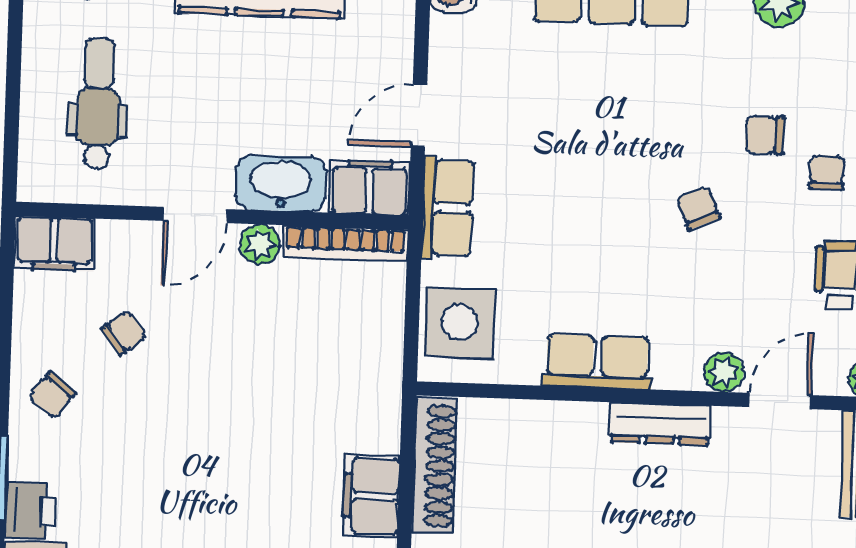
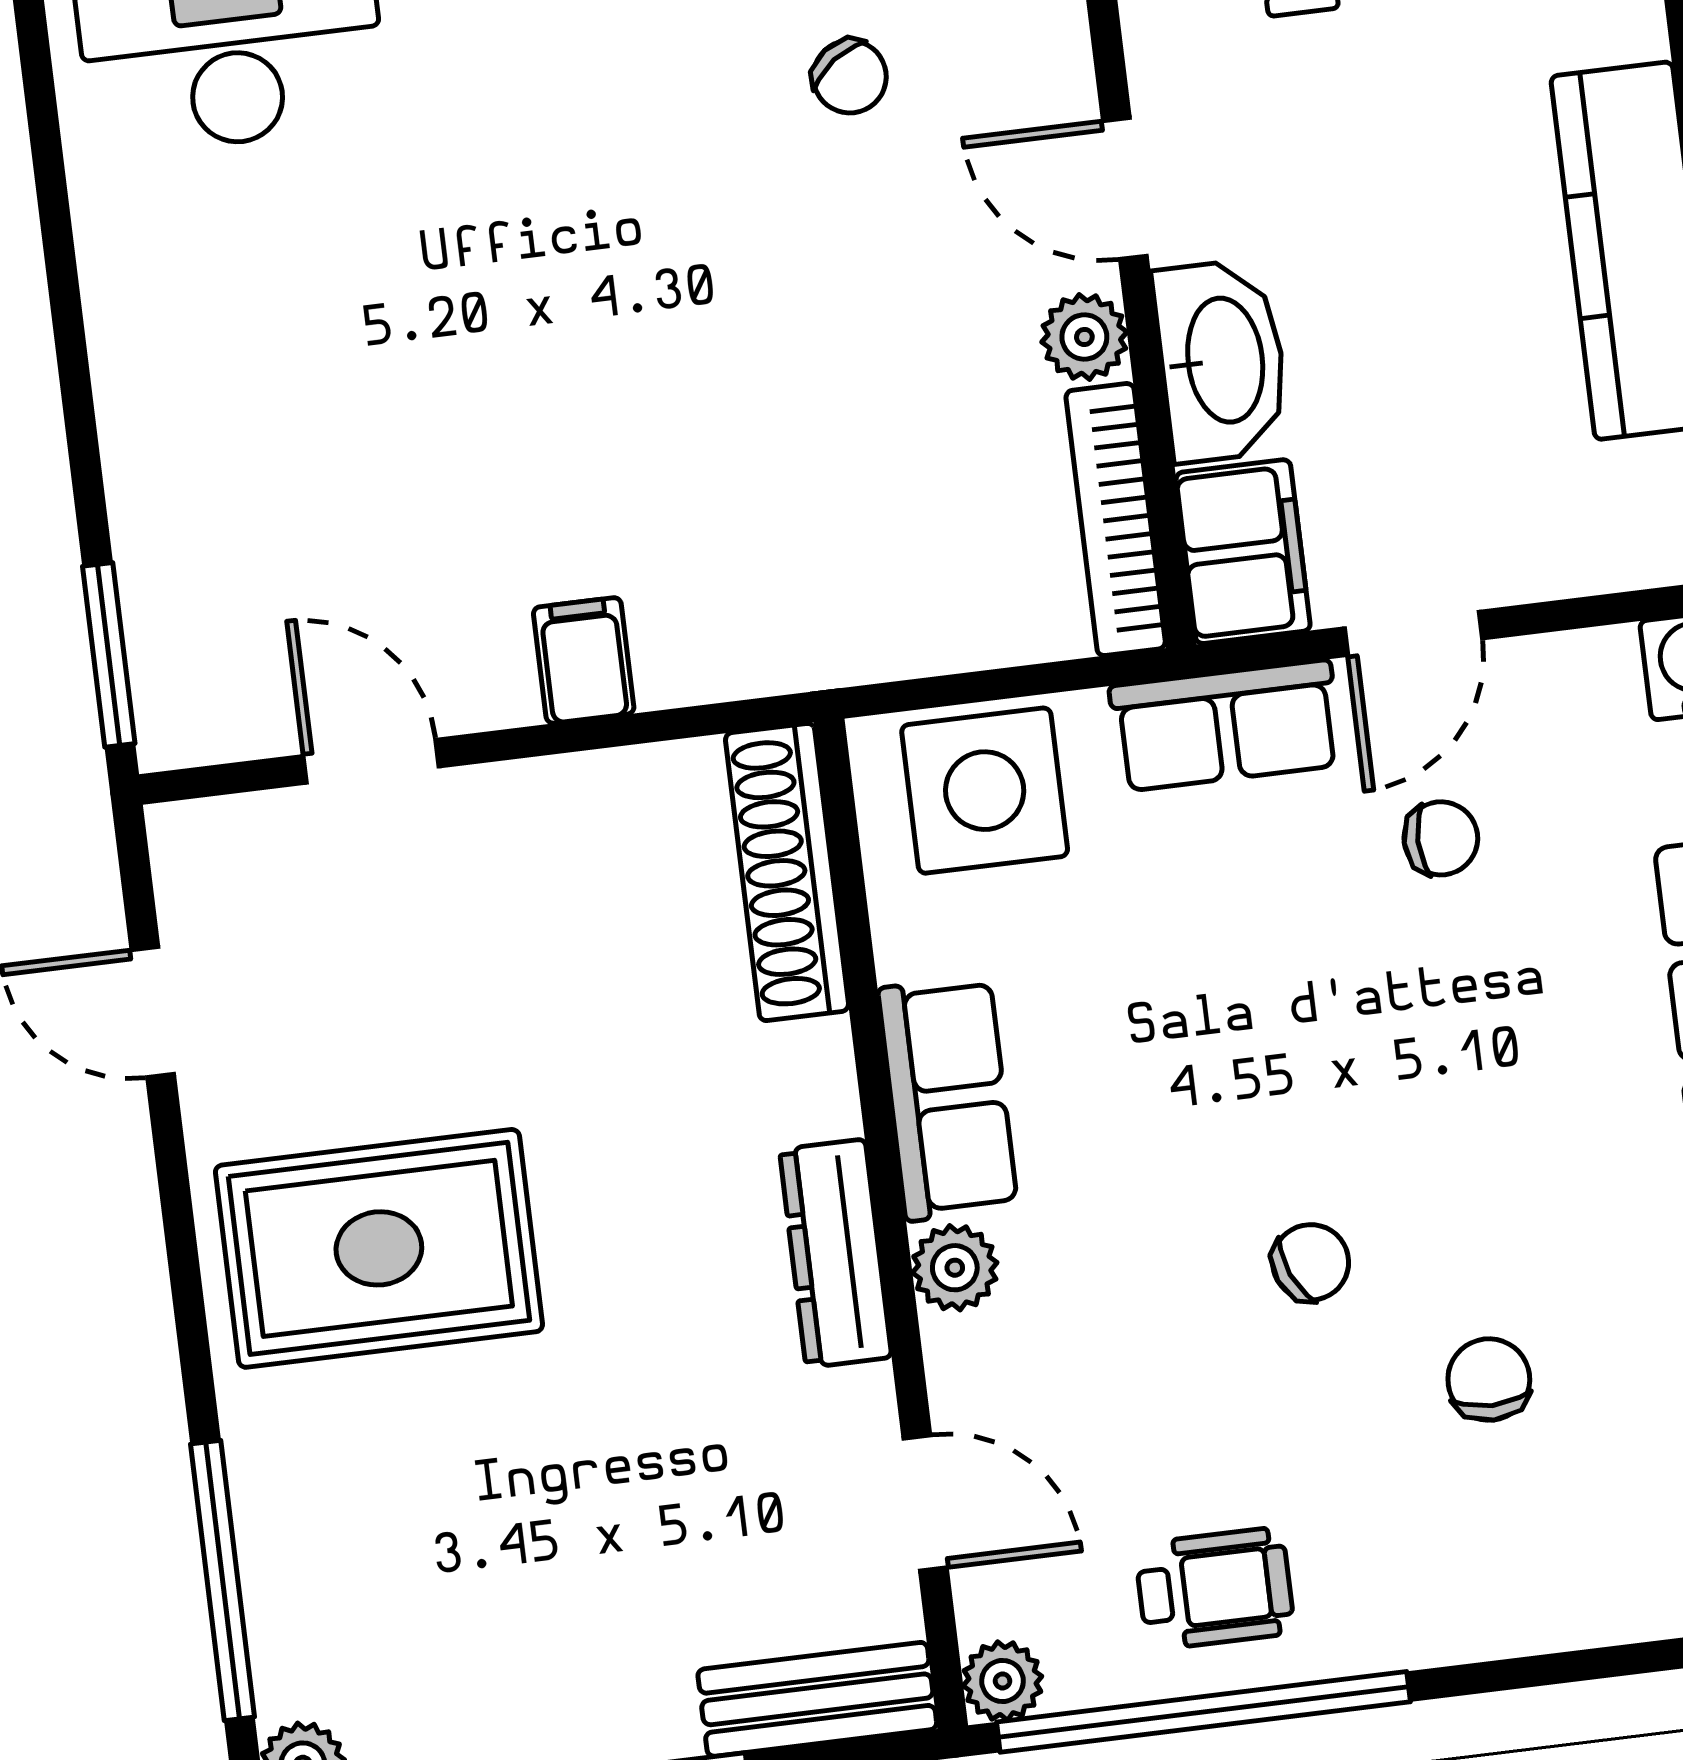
door: (419, 116) -> (1413, 633), swing flipped
chair: (827, 173) -> (1441, 838), moved
plant: (724, 372) -> (955, 1268), moved
shoe rack: (435, 466) -> (787, 872), moved, turned 90
filing cabinet: (371, 496) -> (584, 660), width x0.50

